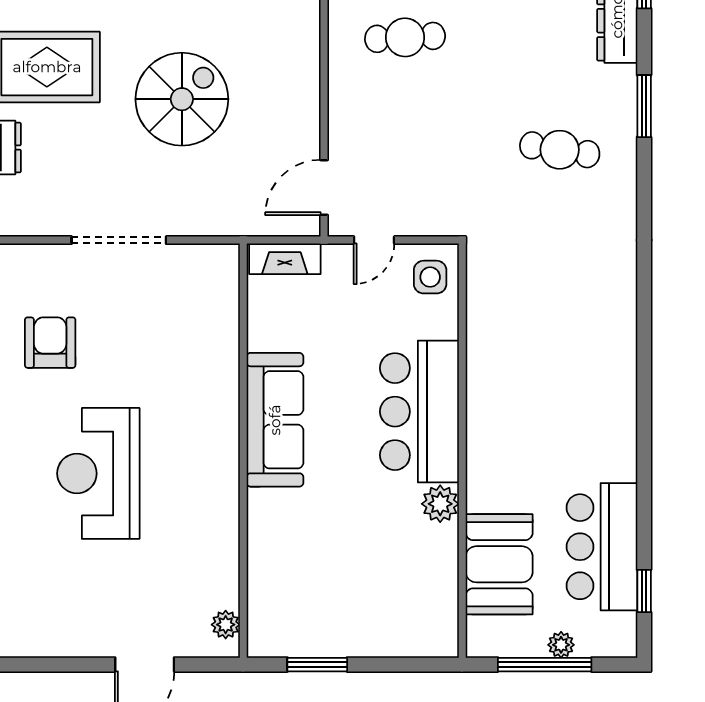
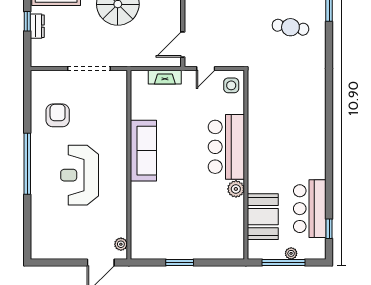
sofa: (275, 420) -> (143, 151), moved
wall: (243, 451) -> (129, 165), moved
plant: (226, 625) -> (121, 244), moved

